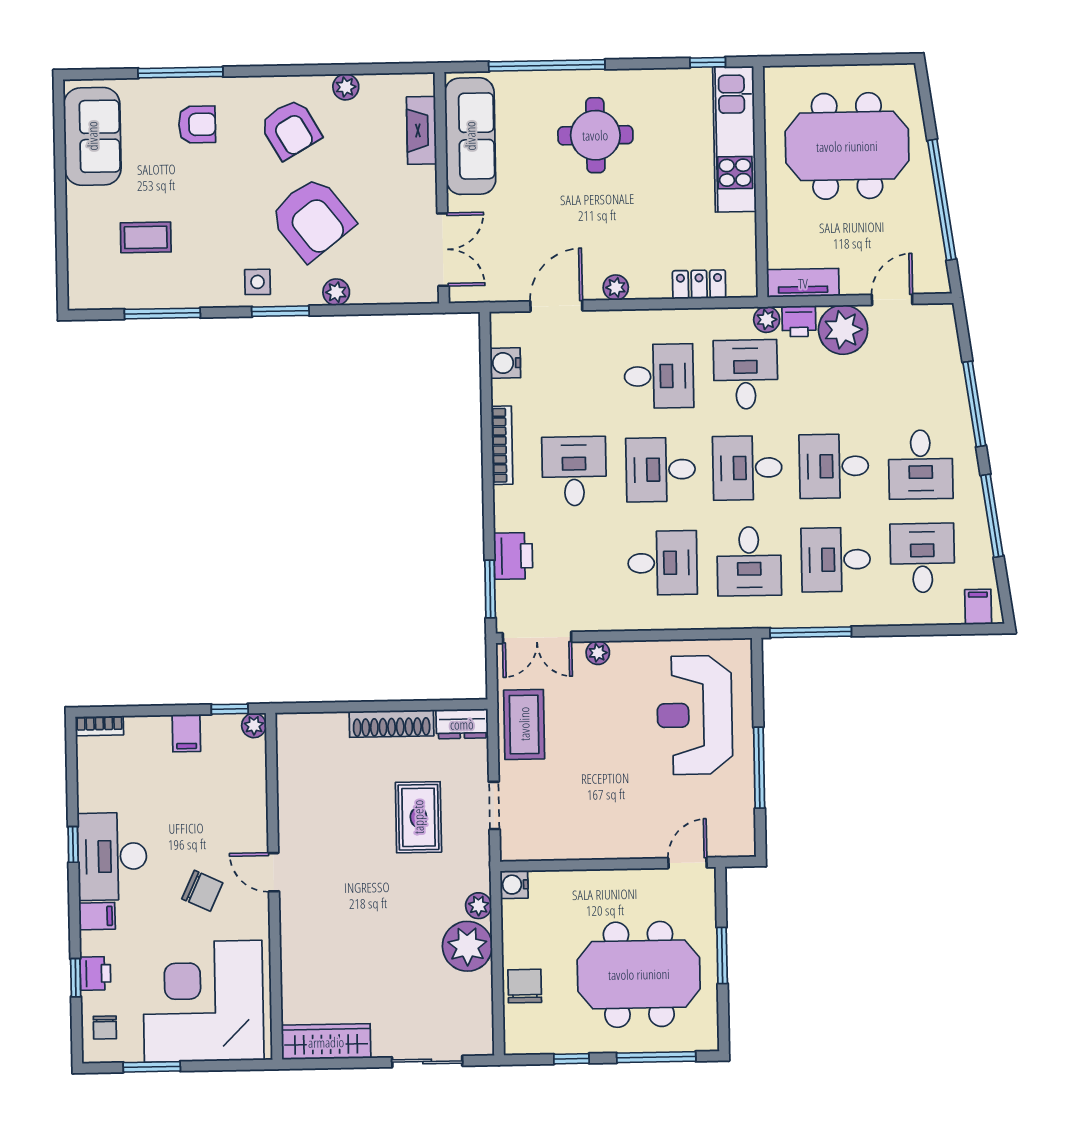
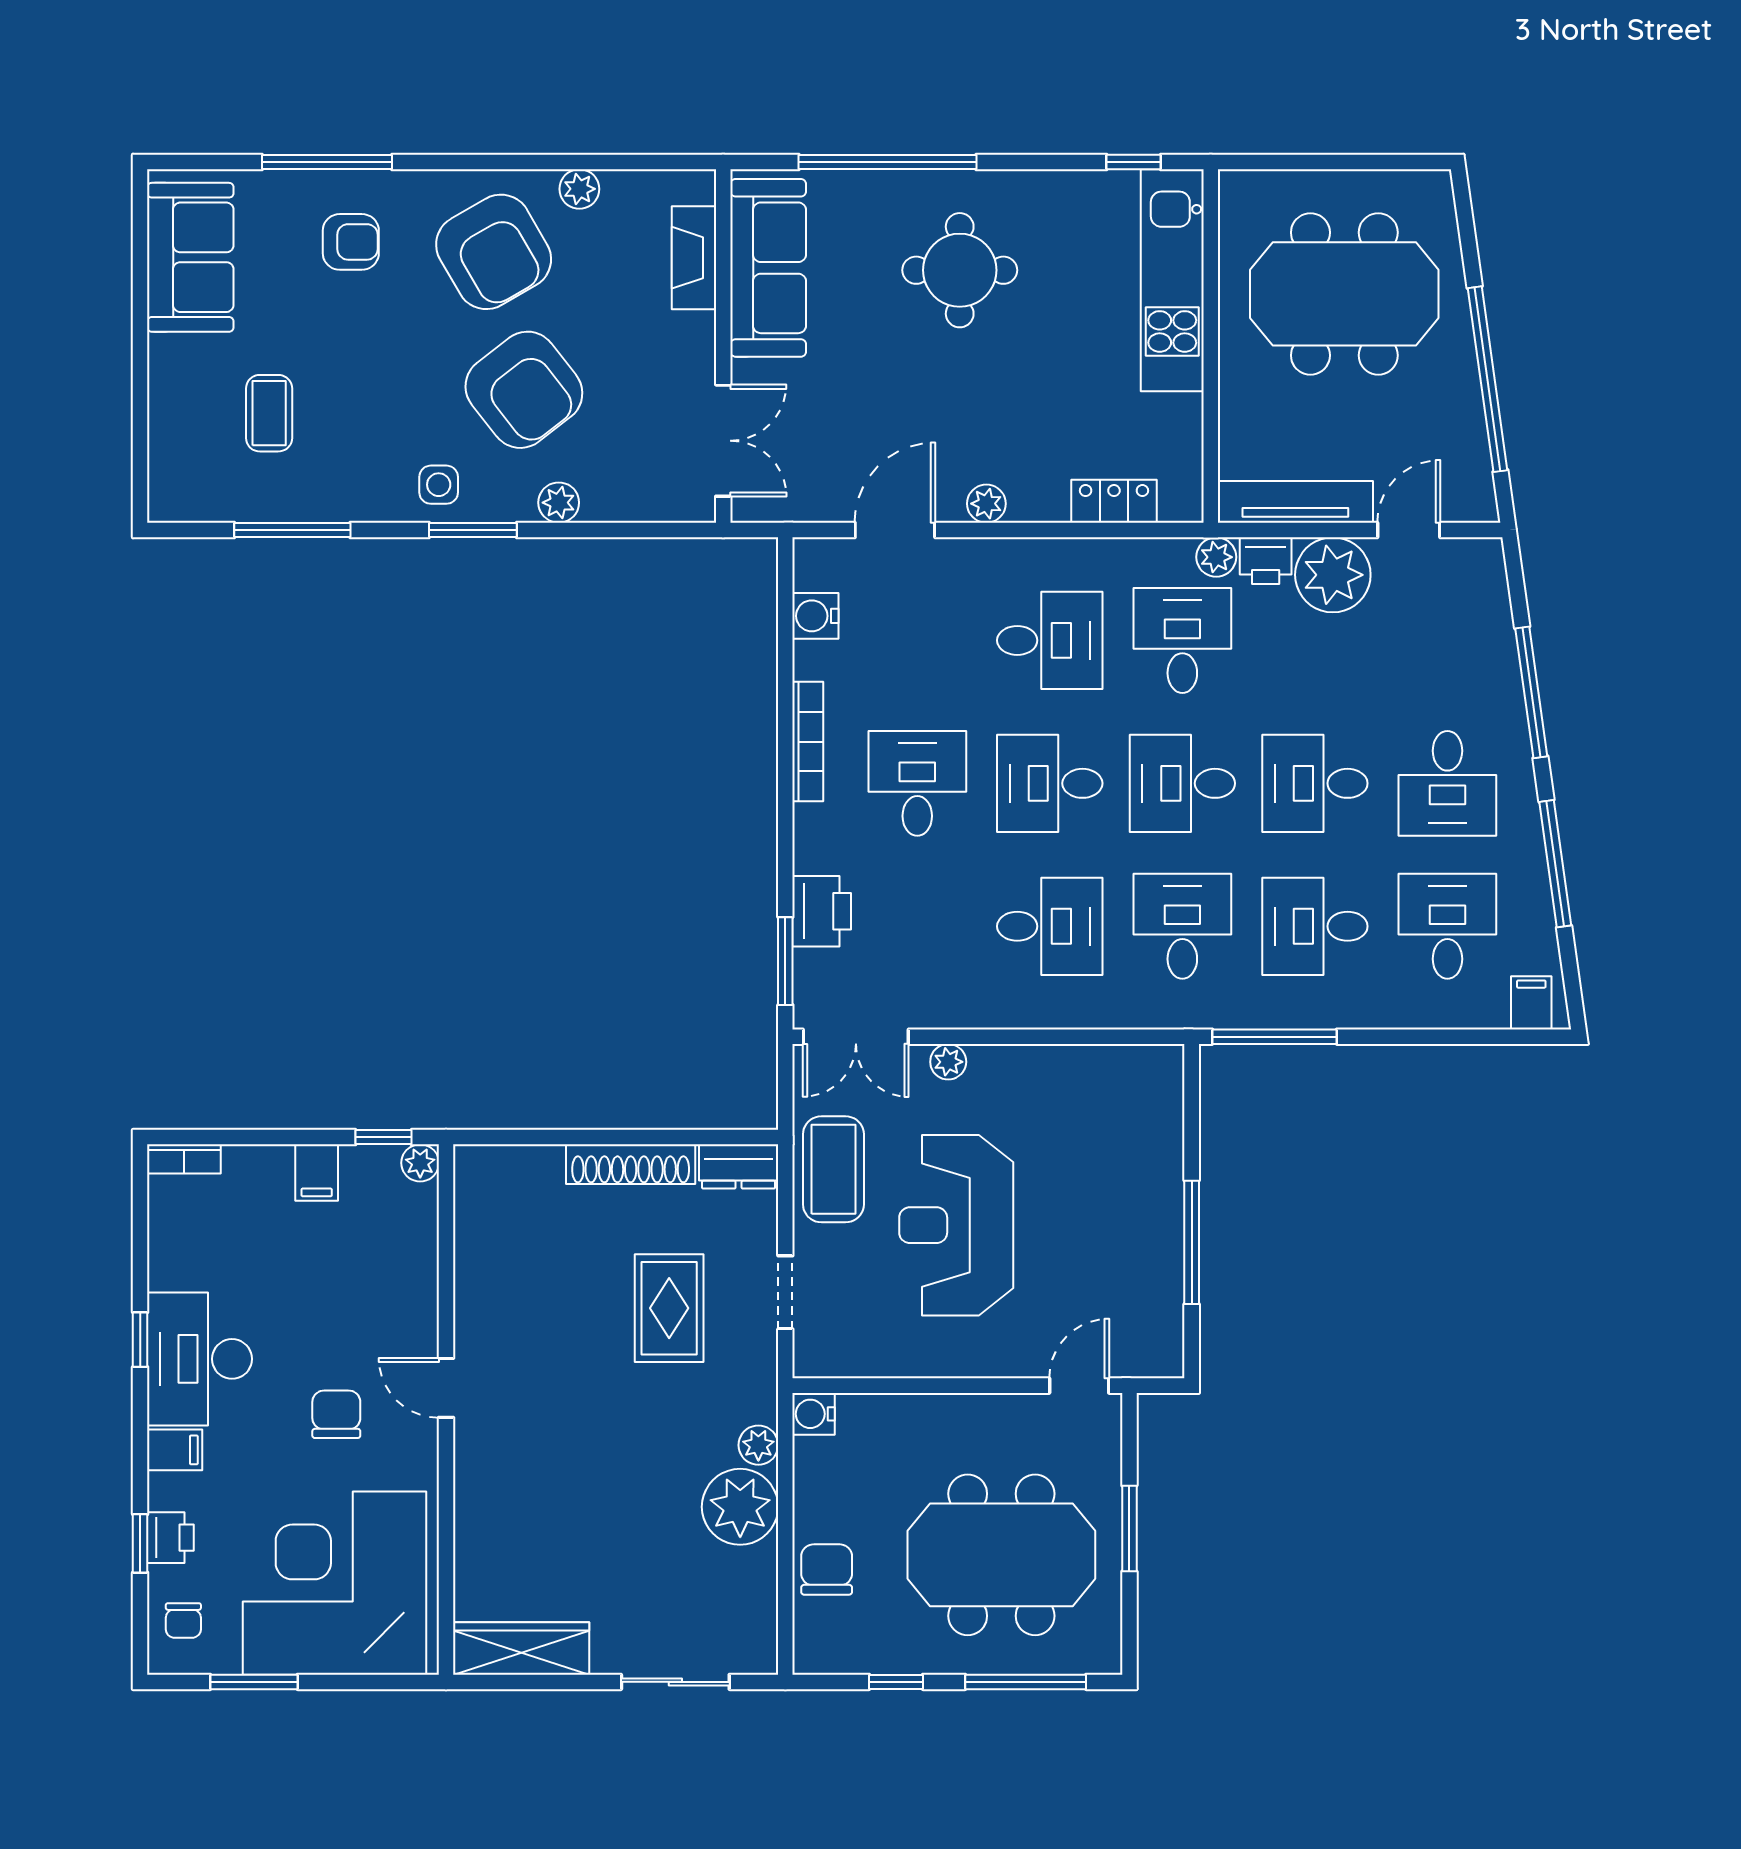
armchair: (290, 129) -> (494, 252), width x1.36, depth x1.36
coffee table: (146, 237) -> (269, 413), turned 90
tv unit: (803, 283) -> (1295, 502), width x1.41
desk: (749, 561) -> (1182, 926), turned 180
reception desk: (695, 715) -> (956, 1225), moved
chair: (202, 891) -> (336, 1414), turned -115

